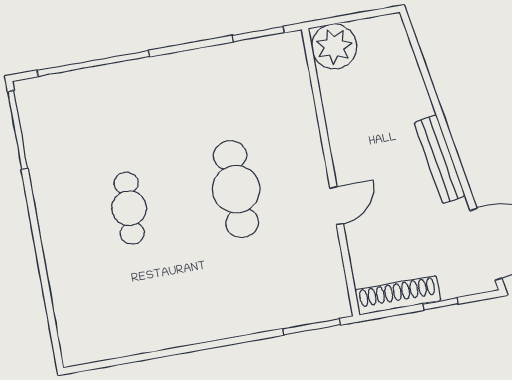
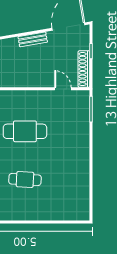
bench: (440, 159) -> (33, 39), width x0.73
door: (337, 206) -> (63, 89), moved

